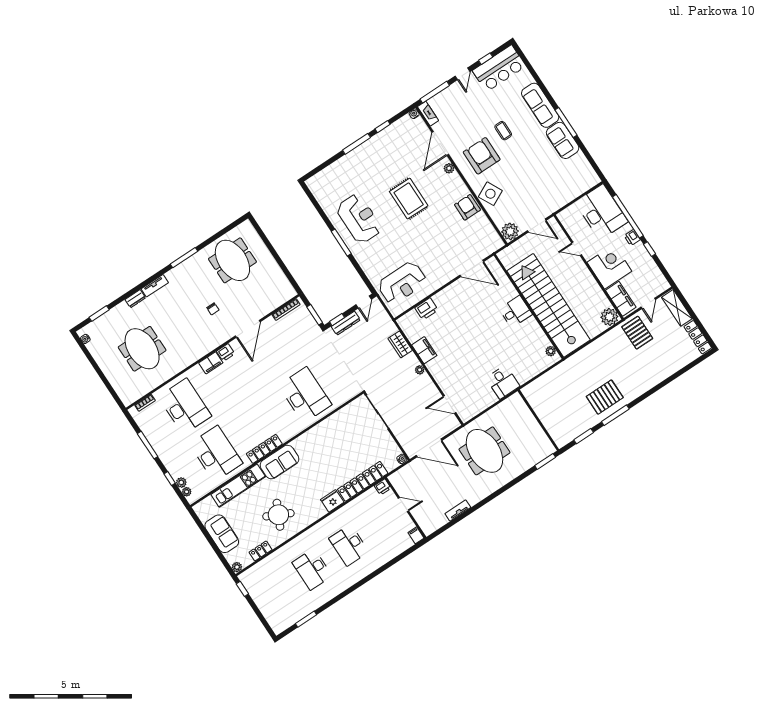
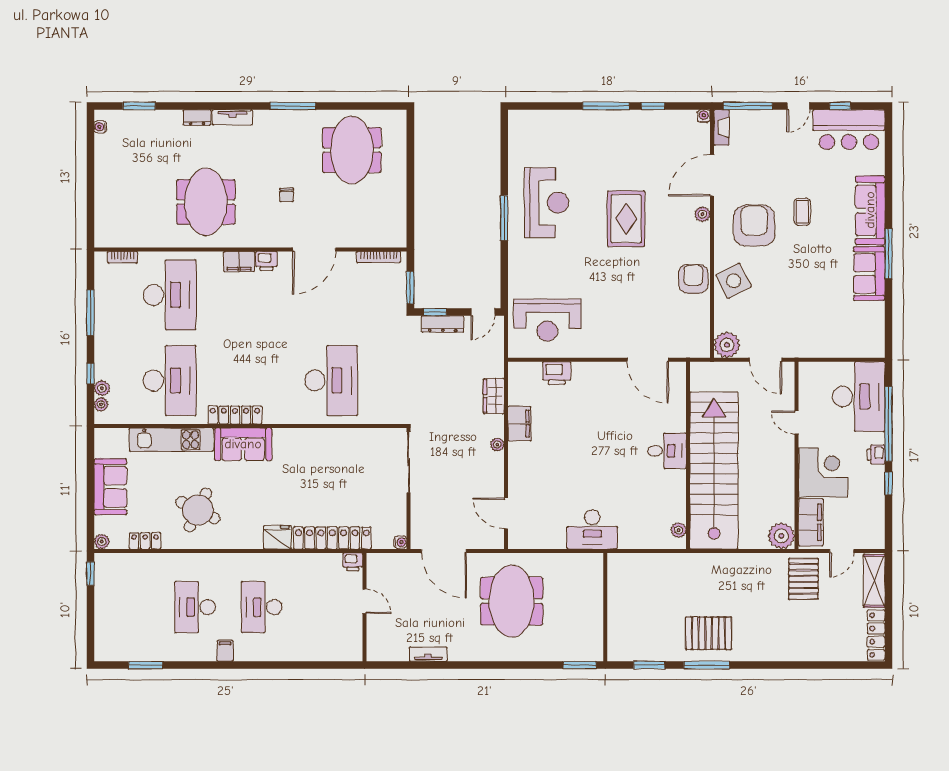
meeting table: (142, 349) -> (206, 202), moved
desk: (503, 382) -> (592, 529), width x1.37
filing cabinet: (416, 535) -> (225, 651), moved

